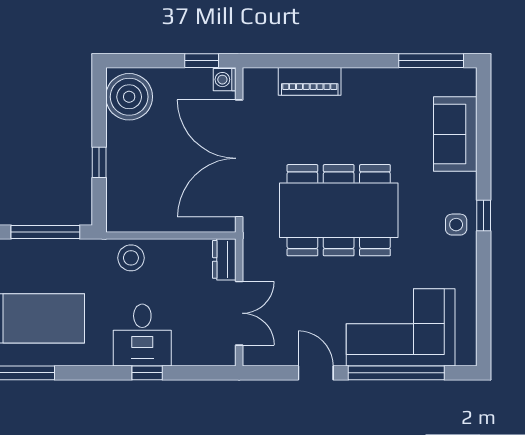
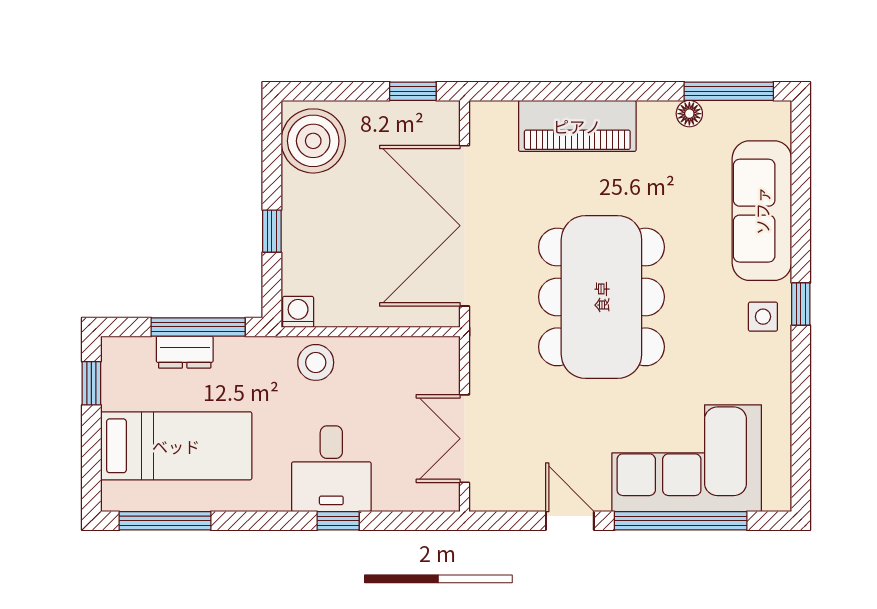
floor lamp: (403, 77) -> (689, 114), added
washing machine: (225, 80) -> (298, 312), moved, turned 90
piano: (310, 81) -> (577, 126), width x1.37, depth x1.33
sofa: (455, 134) -> (762, 211), width x1.36
dining table: (339, 210) -> (601, 297), turned 90
dresser: (224, 259) -> (185, 352), moved, turned -90
double door: (239, 313) -> (464, 439), swing flipped

